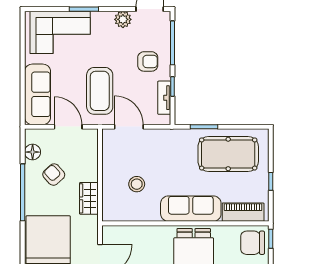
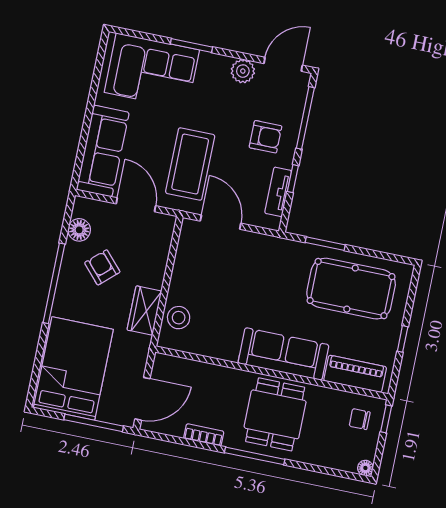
stool: (137, 184) -> (179, 318), moved
chair: (253, 243) -> (360, 419), width x0.54, depth x0.54

